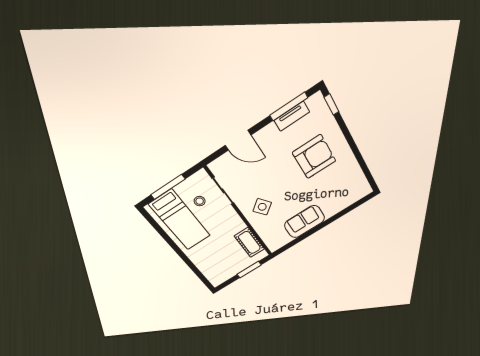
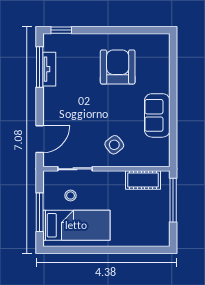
door: (238, 140) -> (40, 139), moved
armchair: (314, 157) -> (118, 67), moved
window: (249, 270) -> (173, 200), width x1.44

